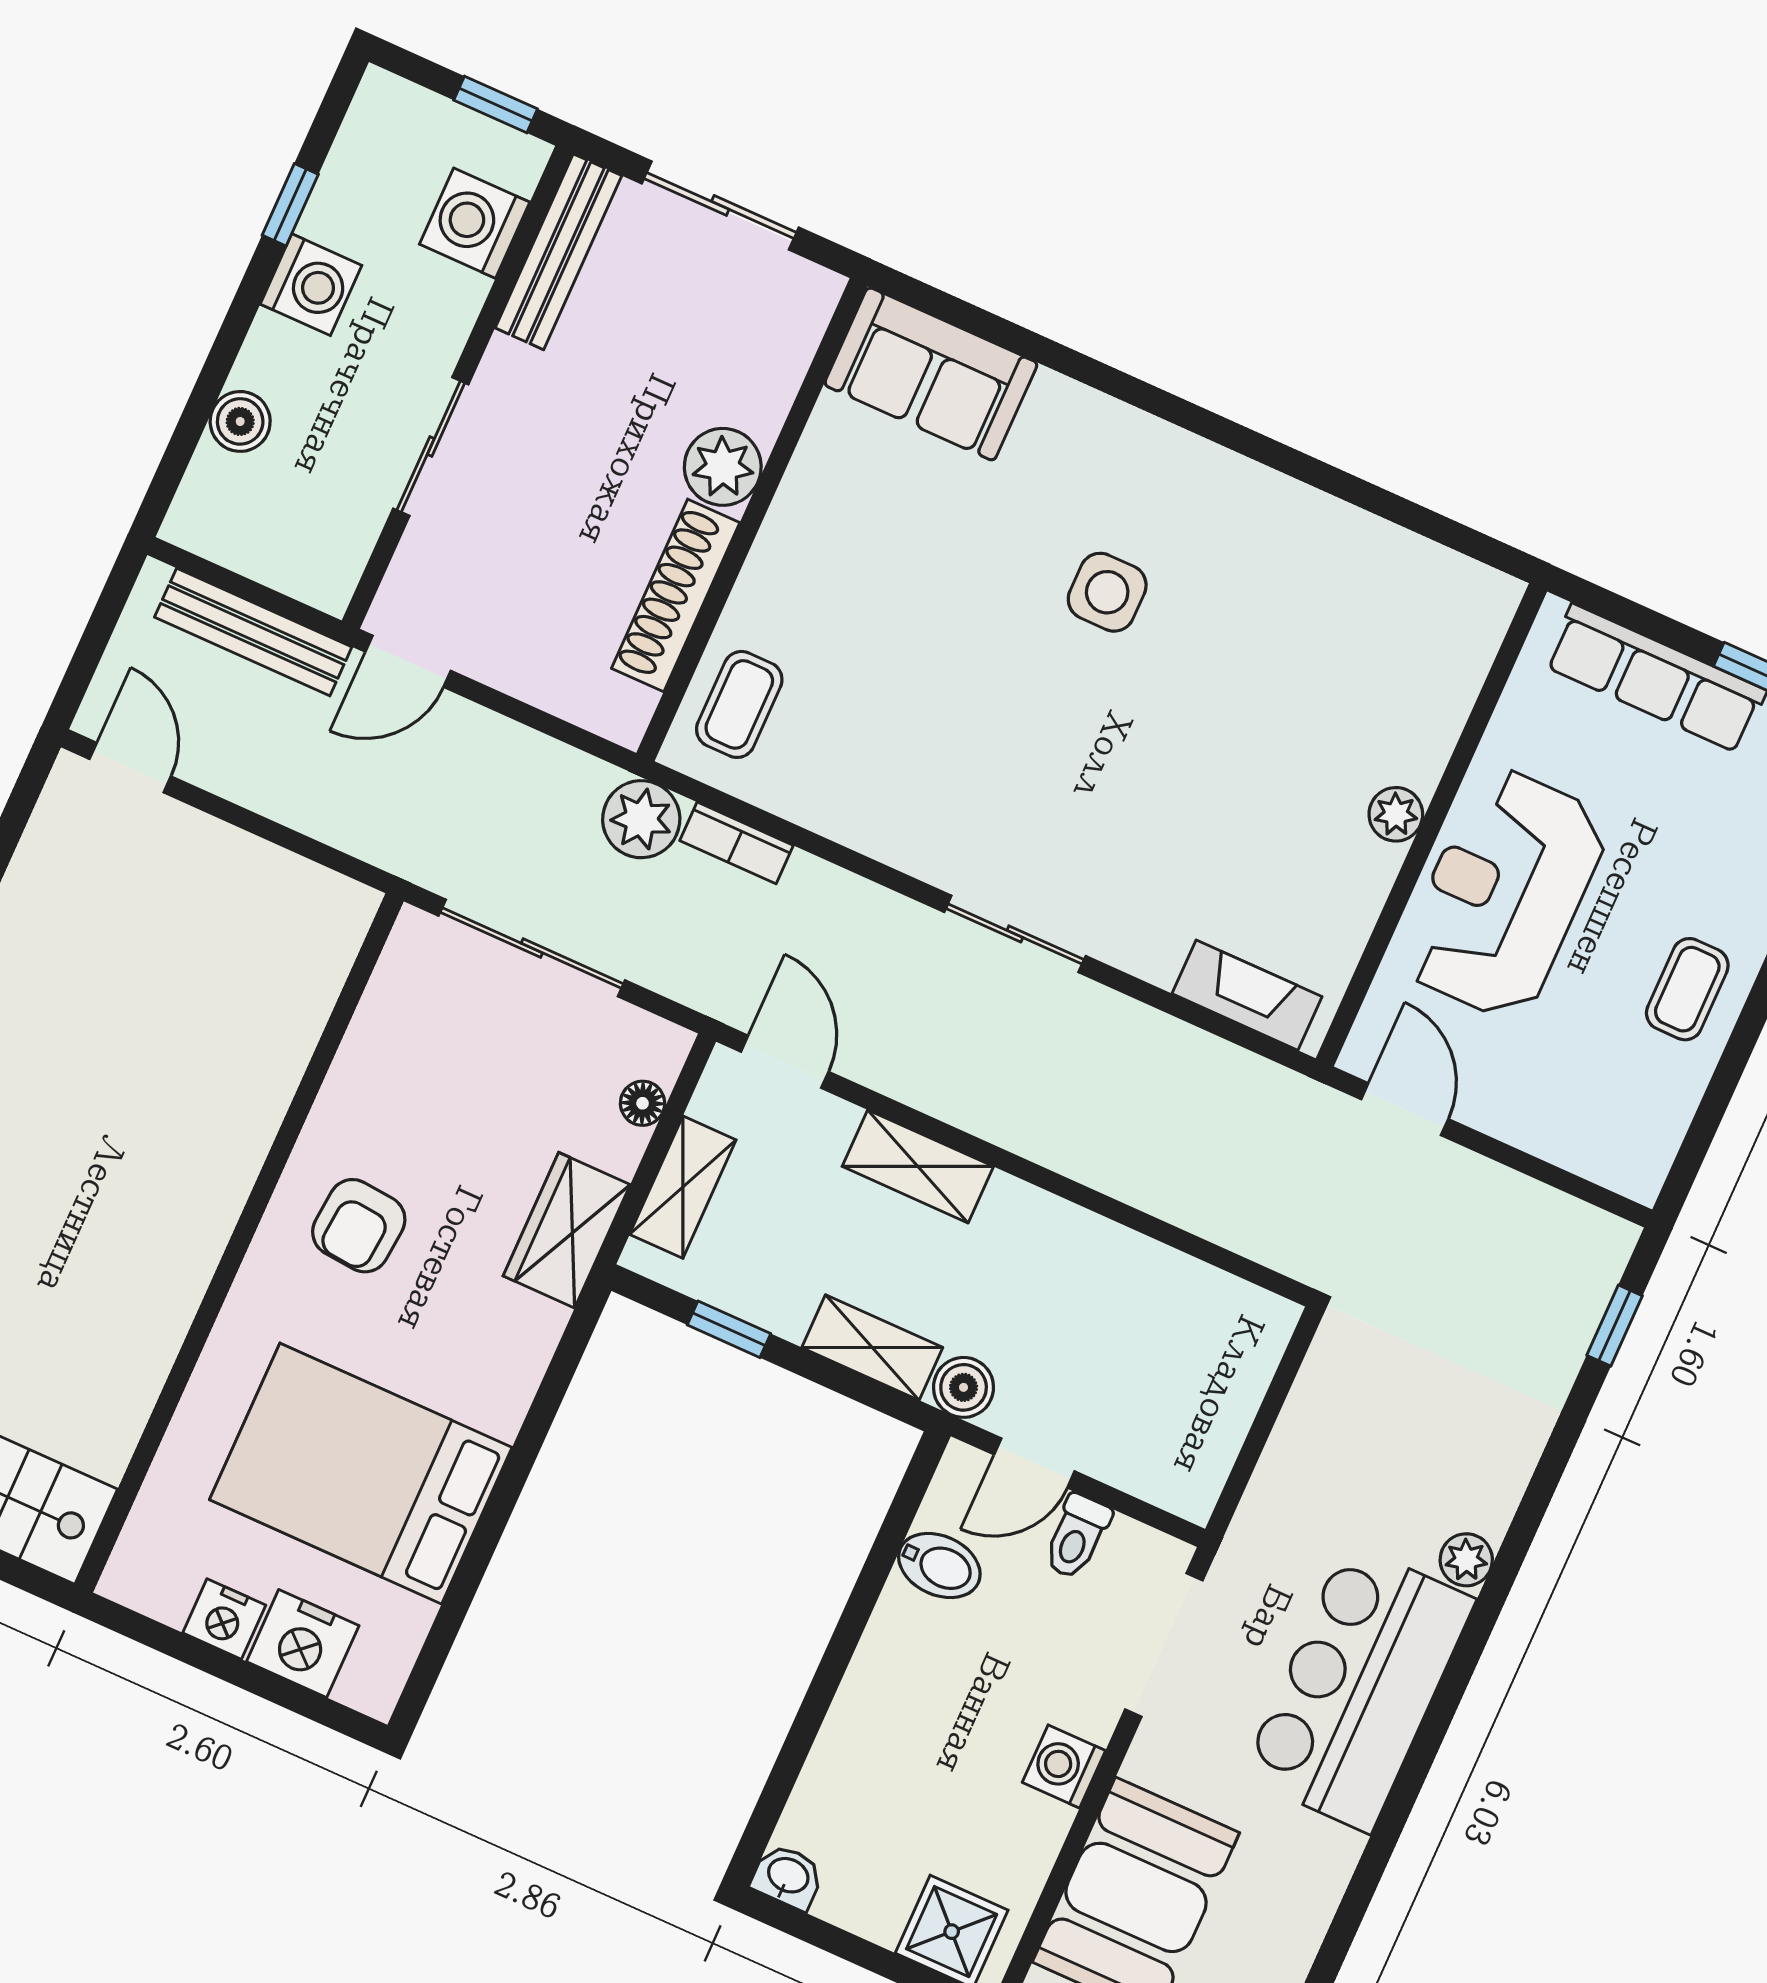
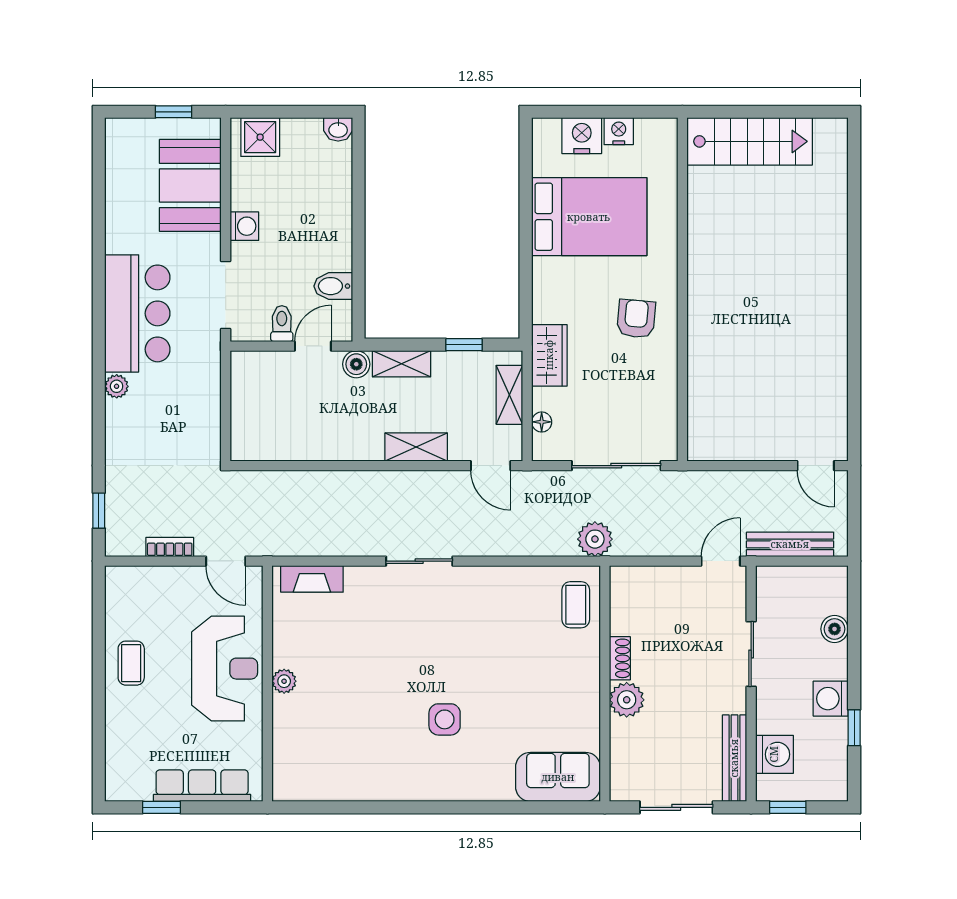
shoe rack: (676, 595) -> (620, 658), width x0.51, depth x0.81
bookcase: (737, 843) -> (170, 547), moved

